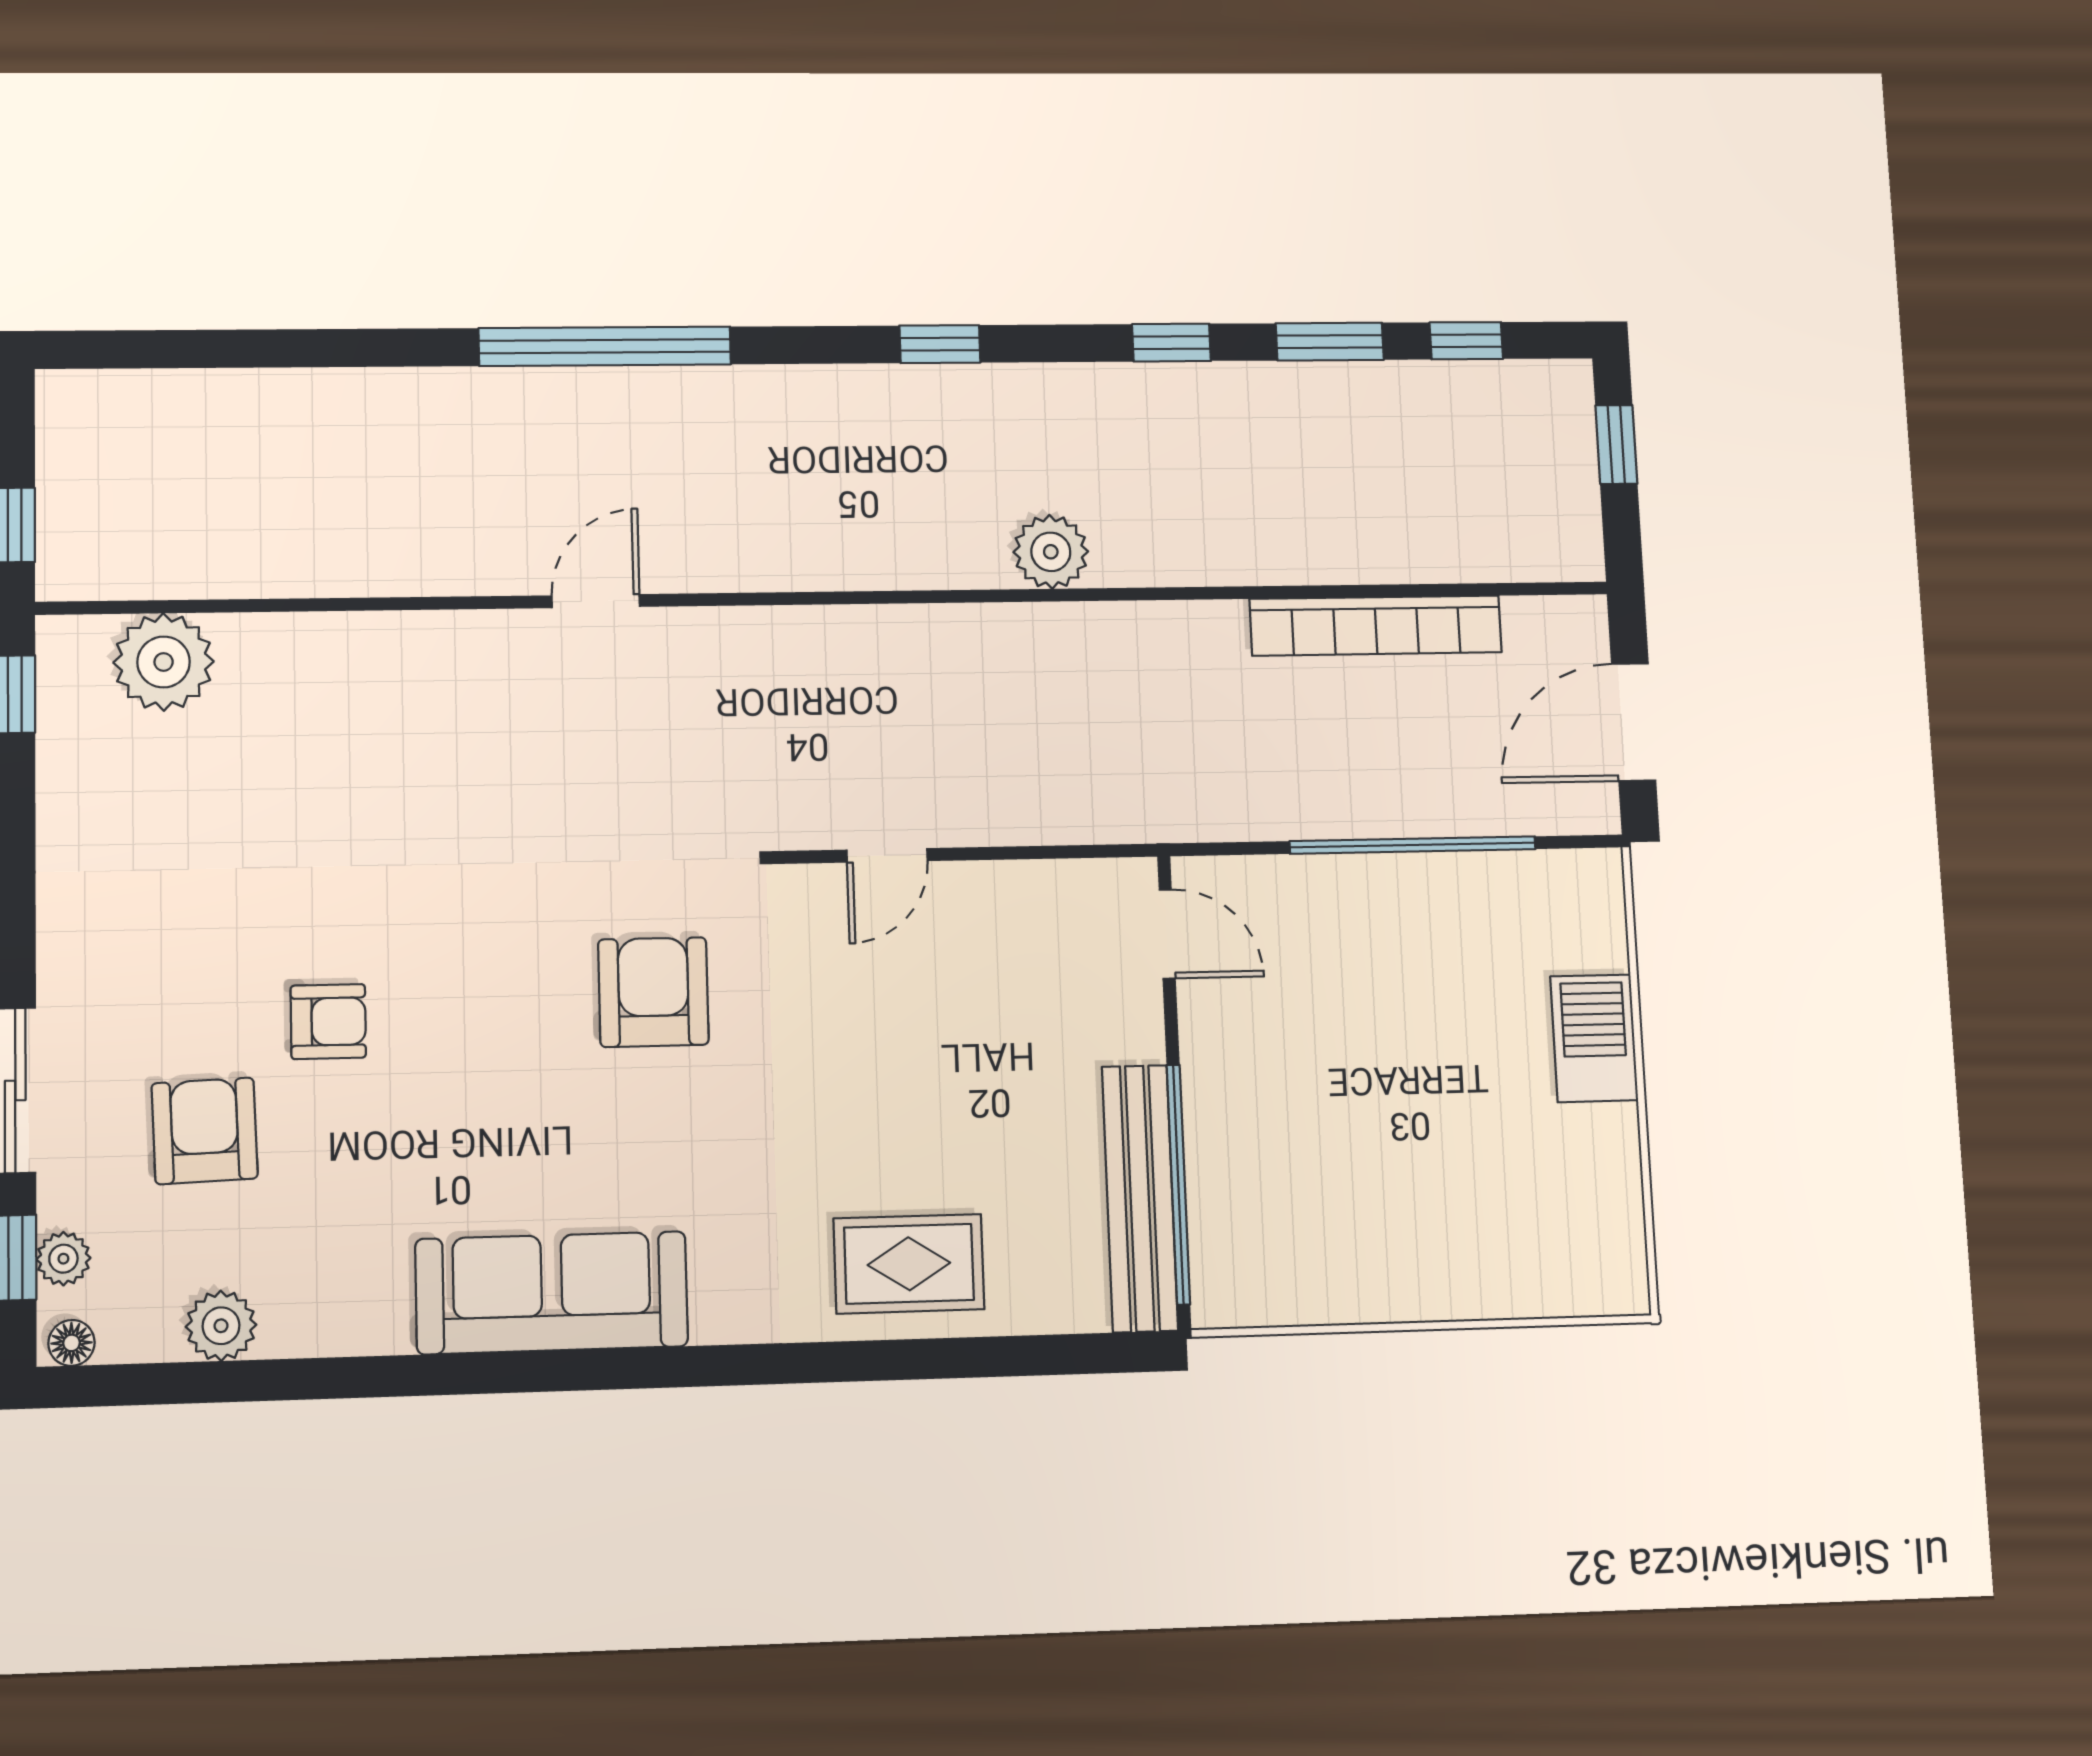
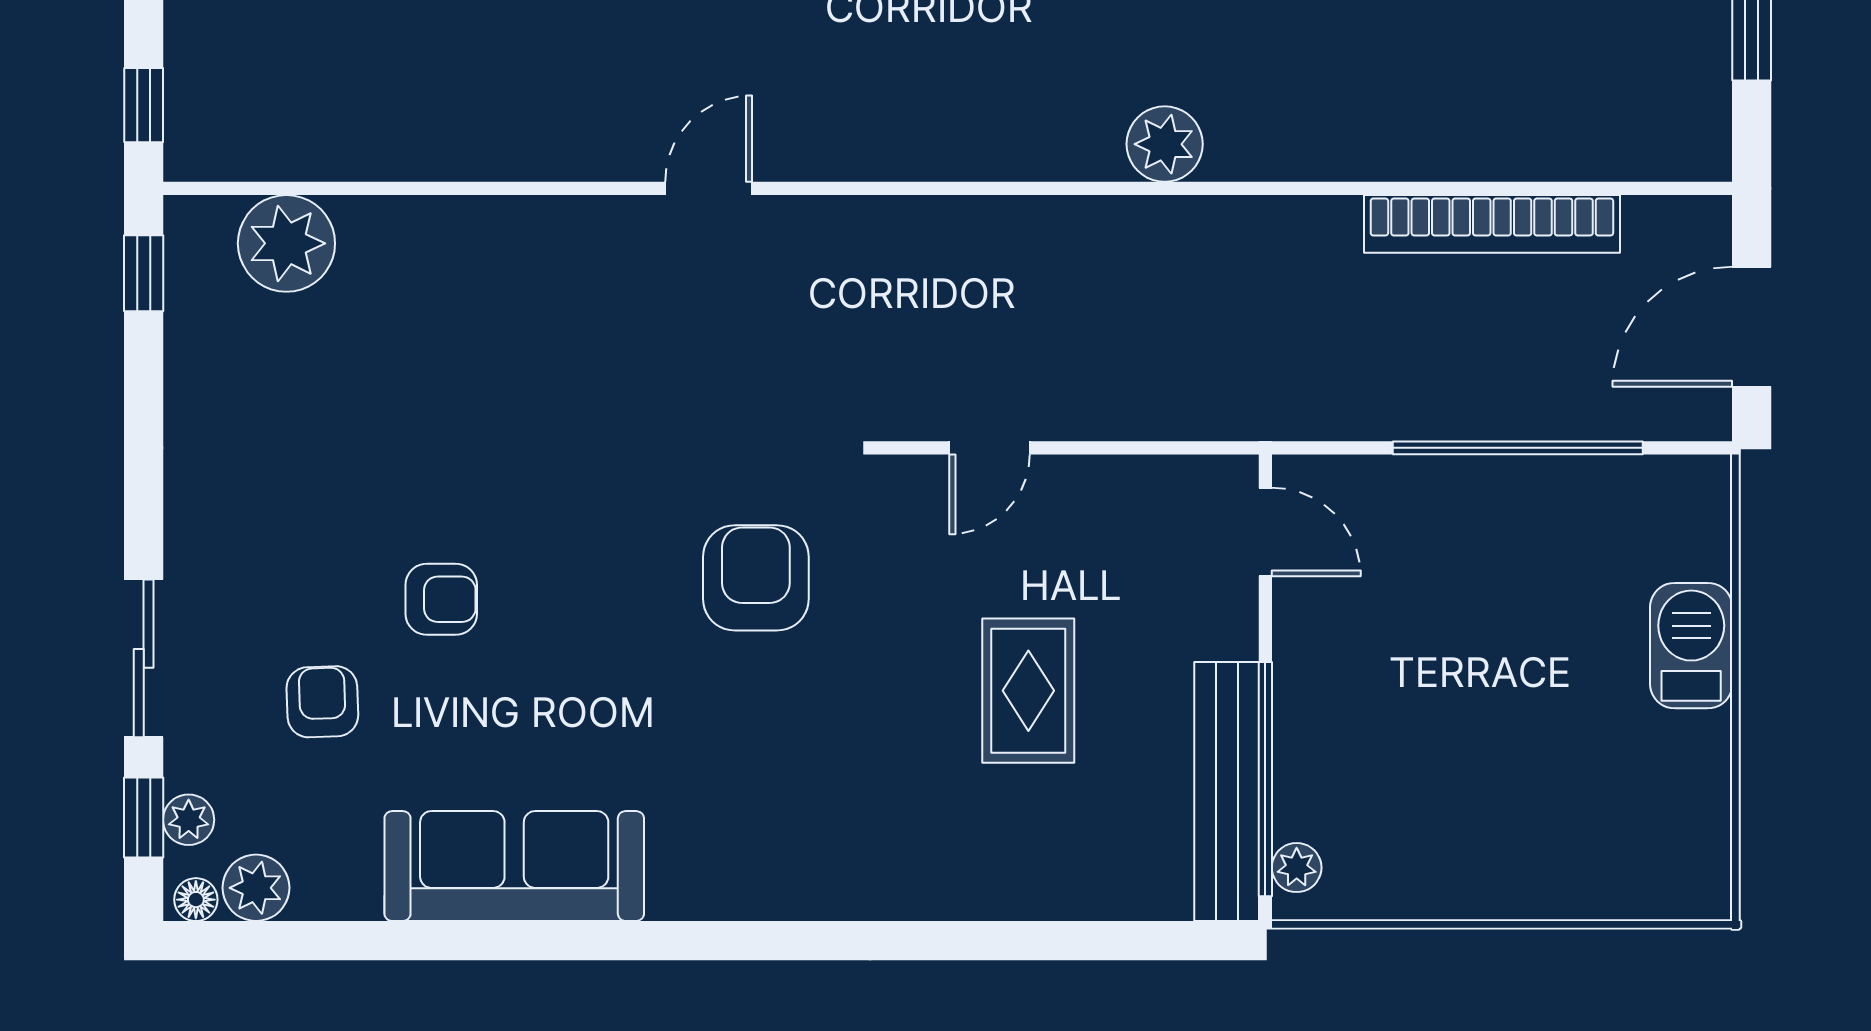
armchair: (205, 1131) -> (322, 702), width x0.72, depth x0.72
rug: (909, 1264) -> (1028, 691), moved, turned 90
plant: (1214, 1274) -> (1297, 868), added
sofa: (552, 1293) -> (514, 866), moved
plant: (221, 1326) -> (256, 888), moved

